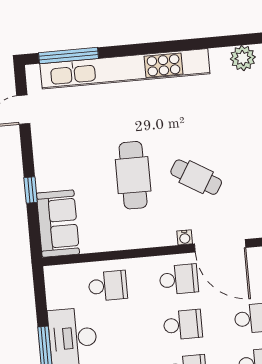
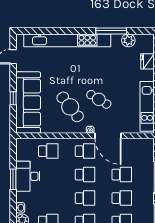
window: (69, 56) -> (111, 31), moved
cafe table: (133, 175) -> (70, 107), moved, turned -38
sofa: (58, 224) -> (28, 103), width x1.85, depth x1.27

